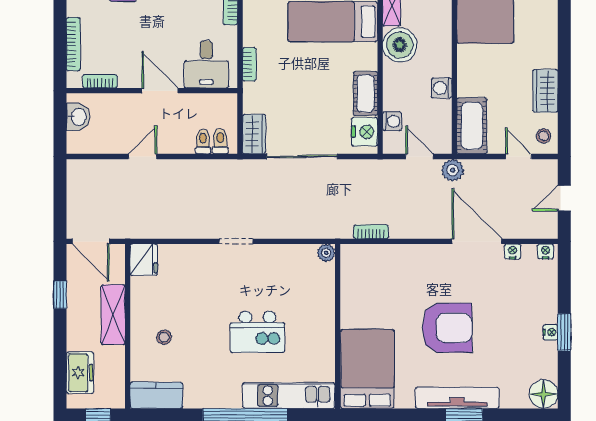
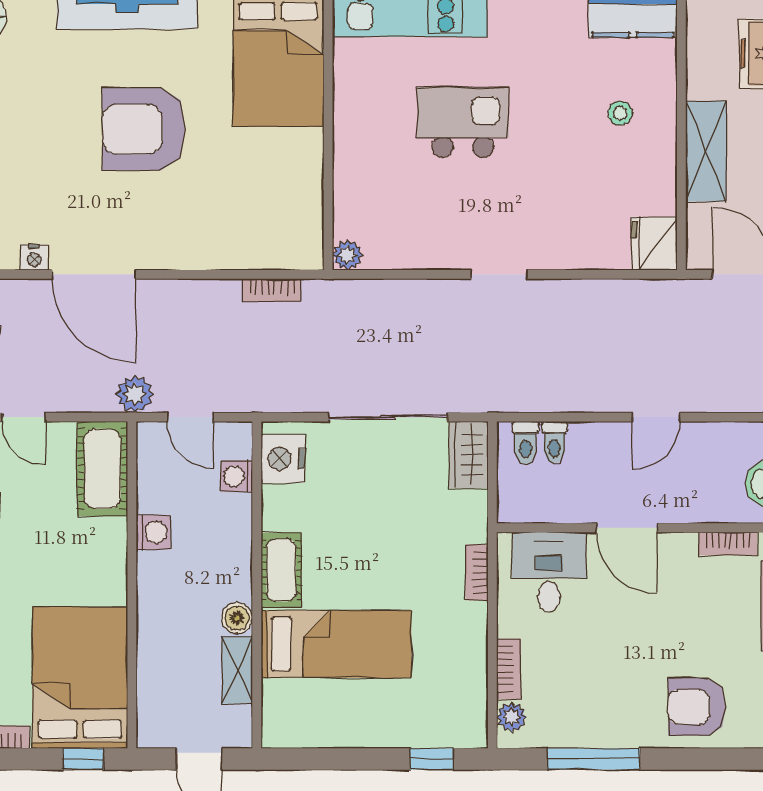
boiler: (400, 45) -> (237, 618), width x0.54, depth x0.54
cot: (365, 93) -> (281, 570), moved

